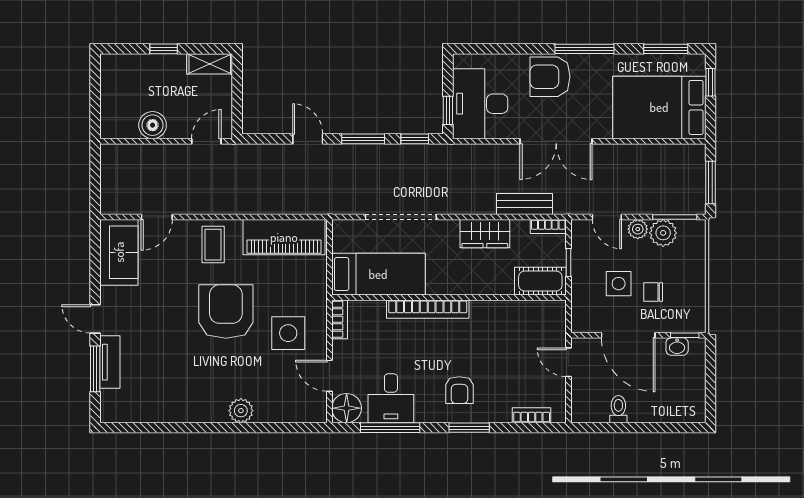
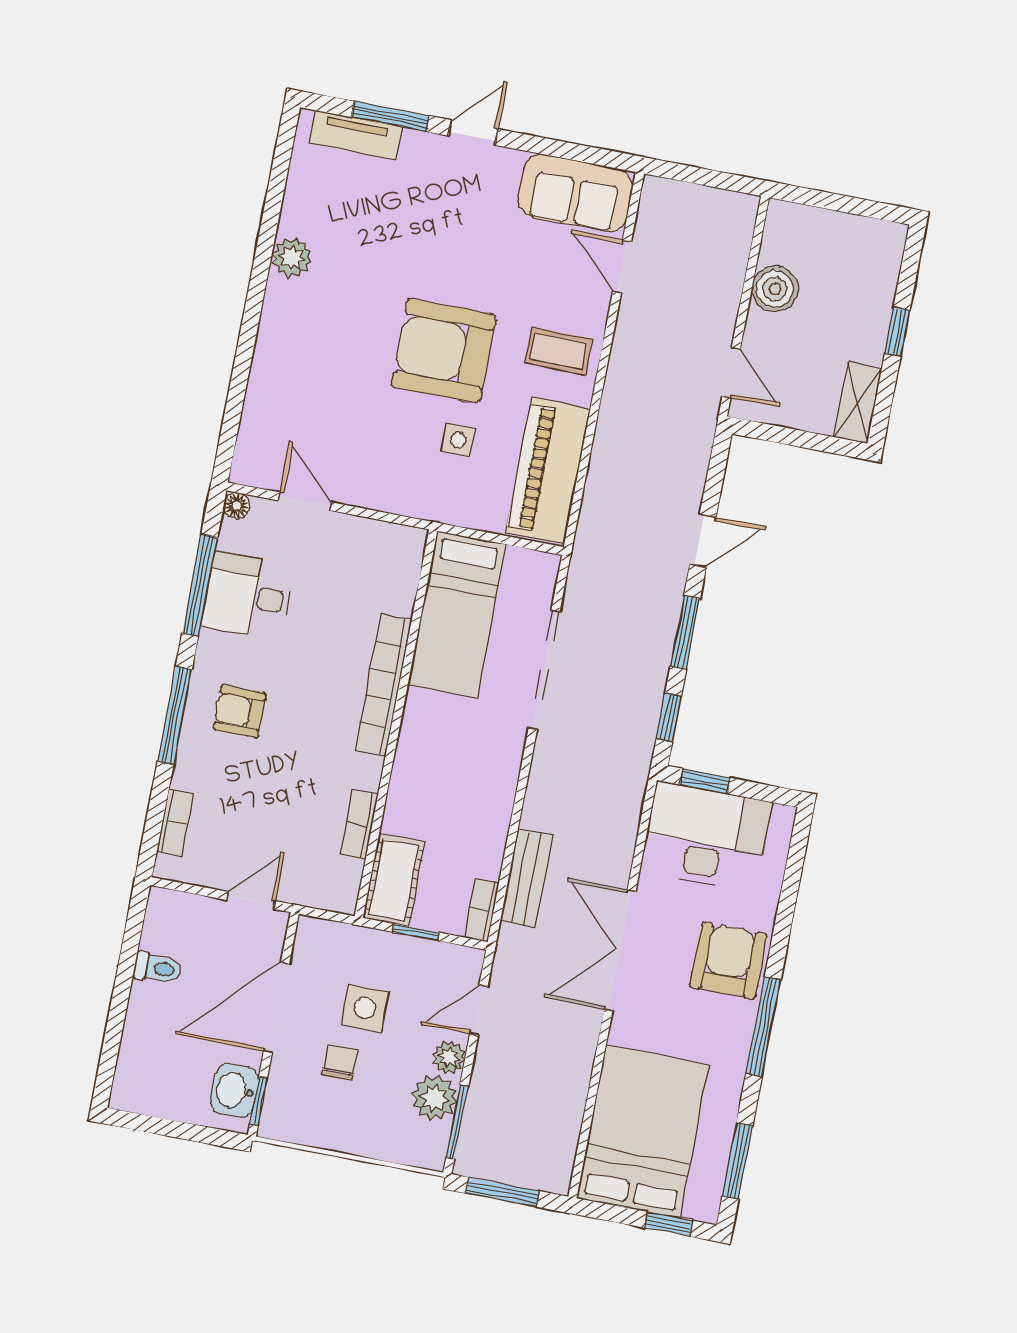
wardrobe: (485, 234) -> (490, 803), removed
armchair: (226, 312) -> (444, 351), turned 180
bookcase: (340, 319) -> (359, 824), moved, turned 90
side table: (288, 333) -> (458, 440), moved, width x0.54, depth x0.54
washbasin: (677, 347) -> (235, 1090), width x1.38, depth x1.45
tv unit: (110, 362) -> (355, 135), moved
door: (329, 376) -> (305, 501), hinge flipped
floor lamp: (347, 408) -> (237, 506), width x0.53, depth x0.53
plant: (241, 411) -> (292, 258), moved
window: (469, 428) -> (175, 716), width x1.44

